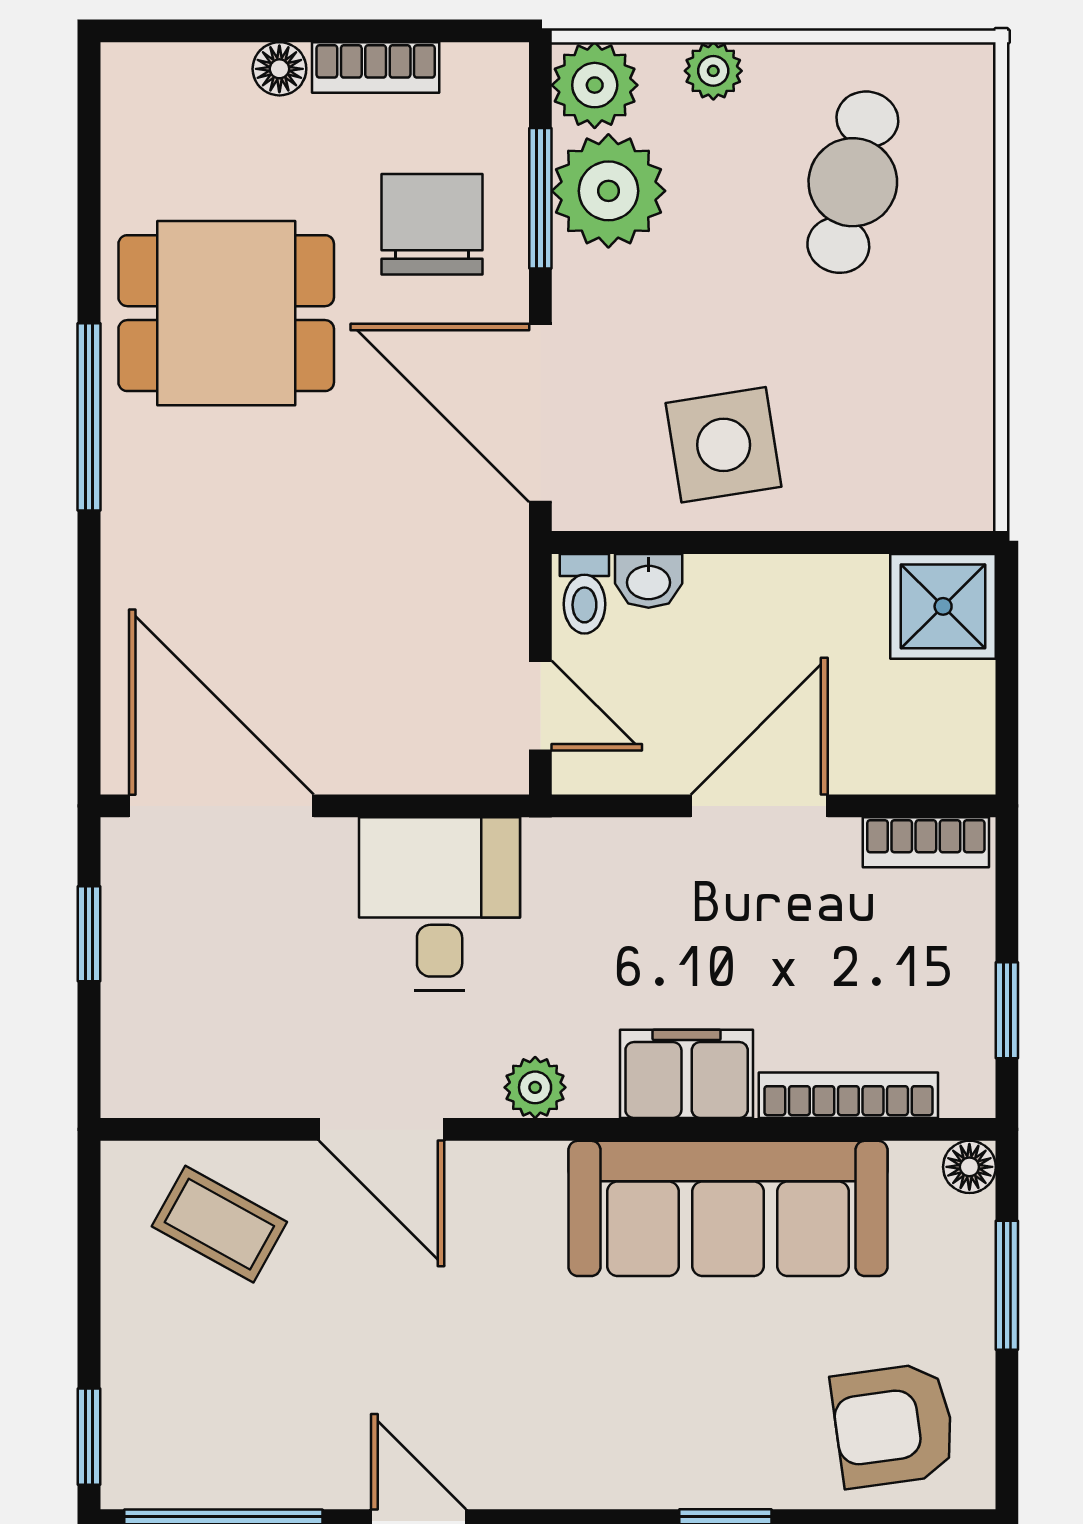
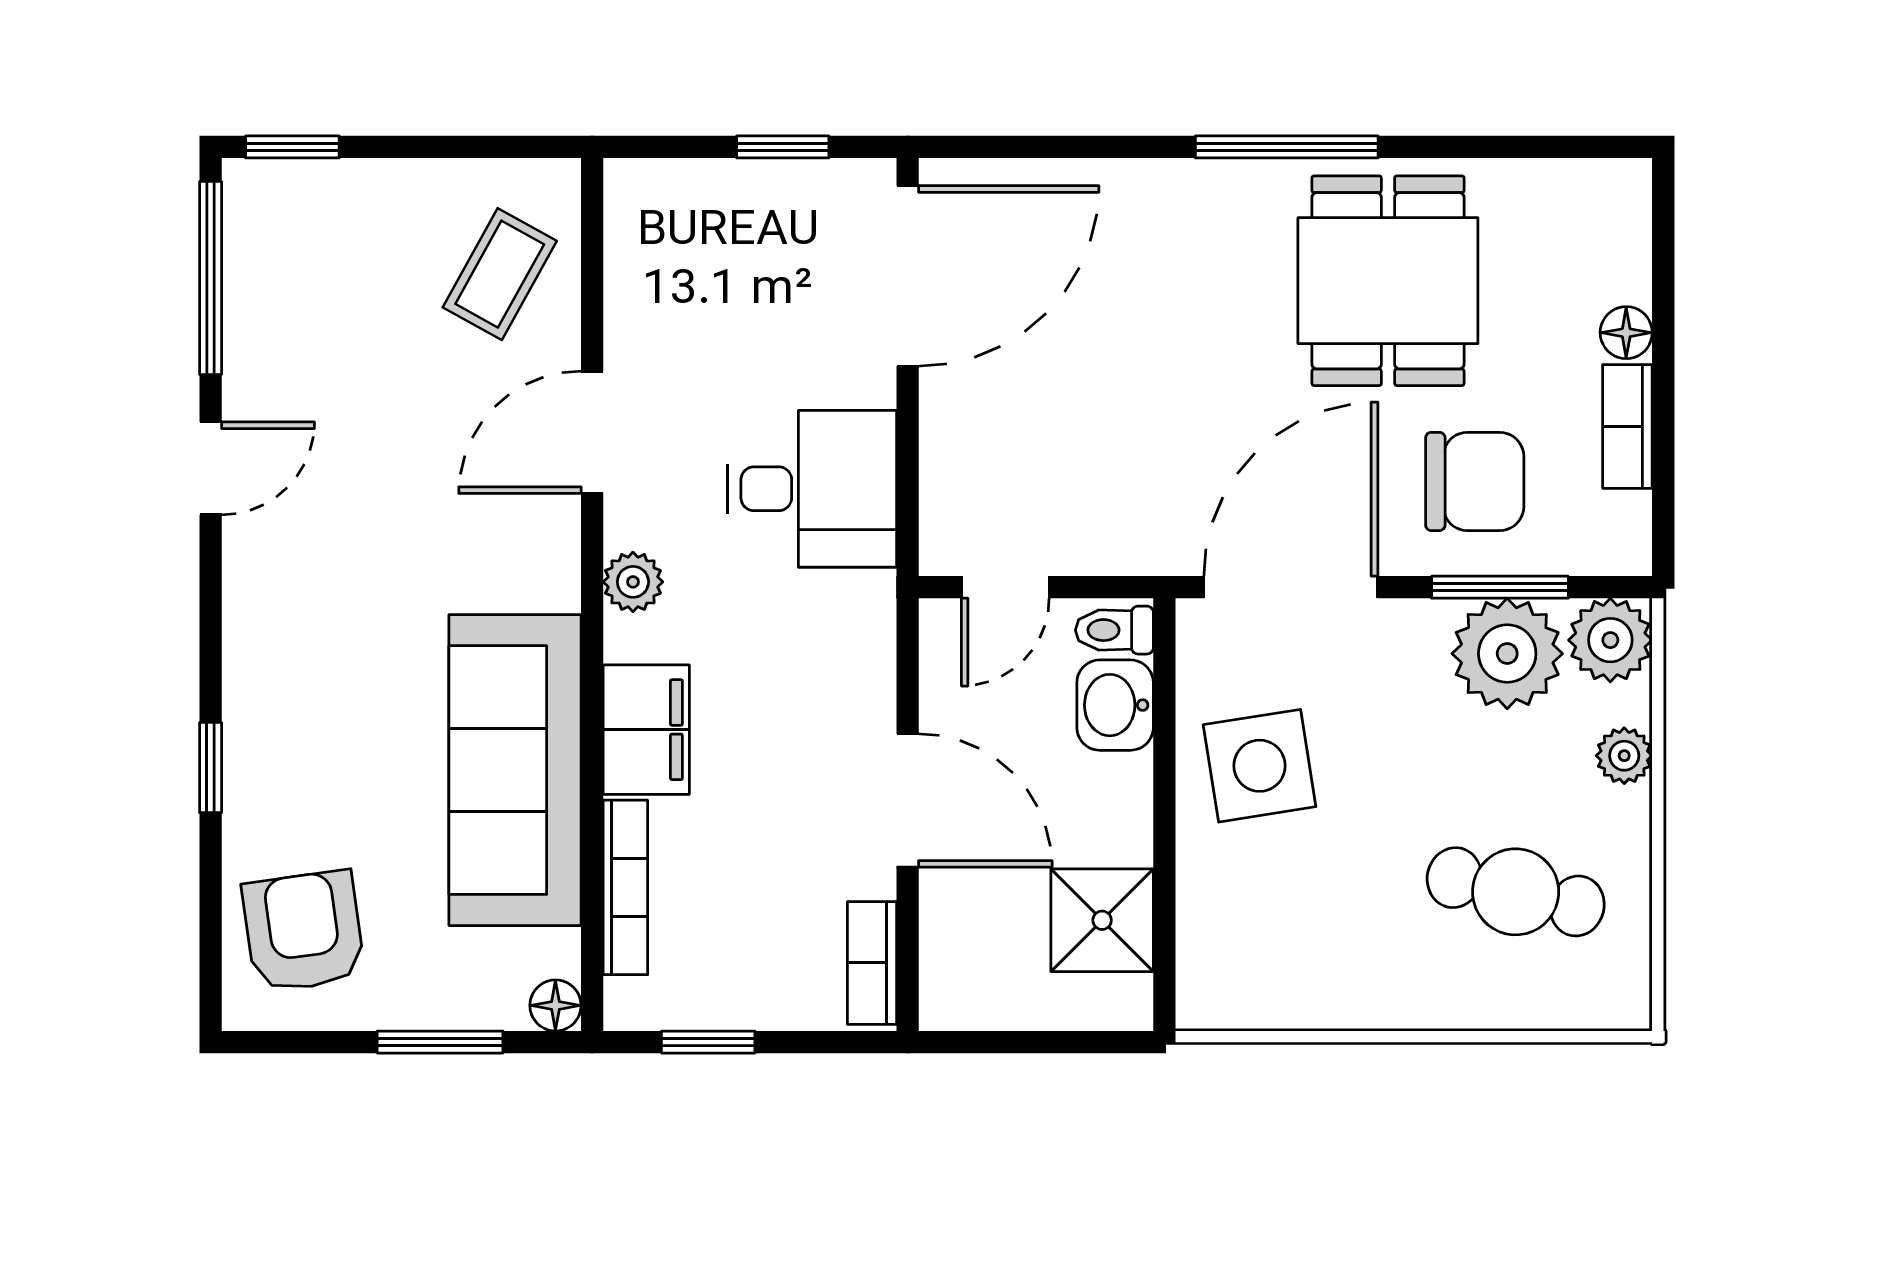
washbasin: (649, 581) -> (1115, 705), width x1.38, depth x1.45
shower: (943, 606) -> (1102, 920), moved

